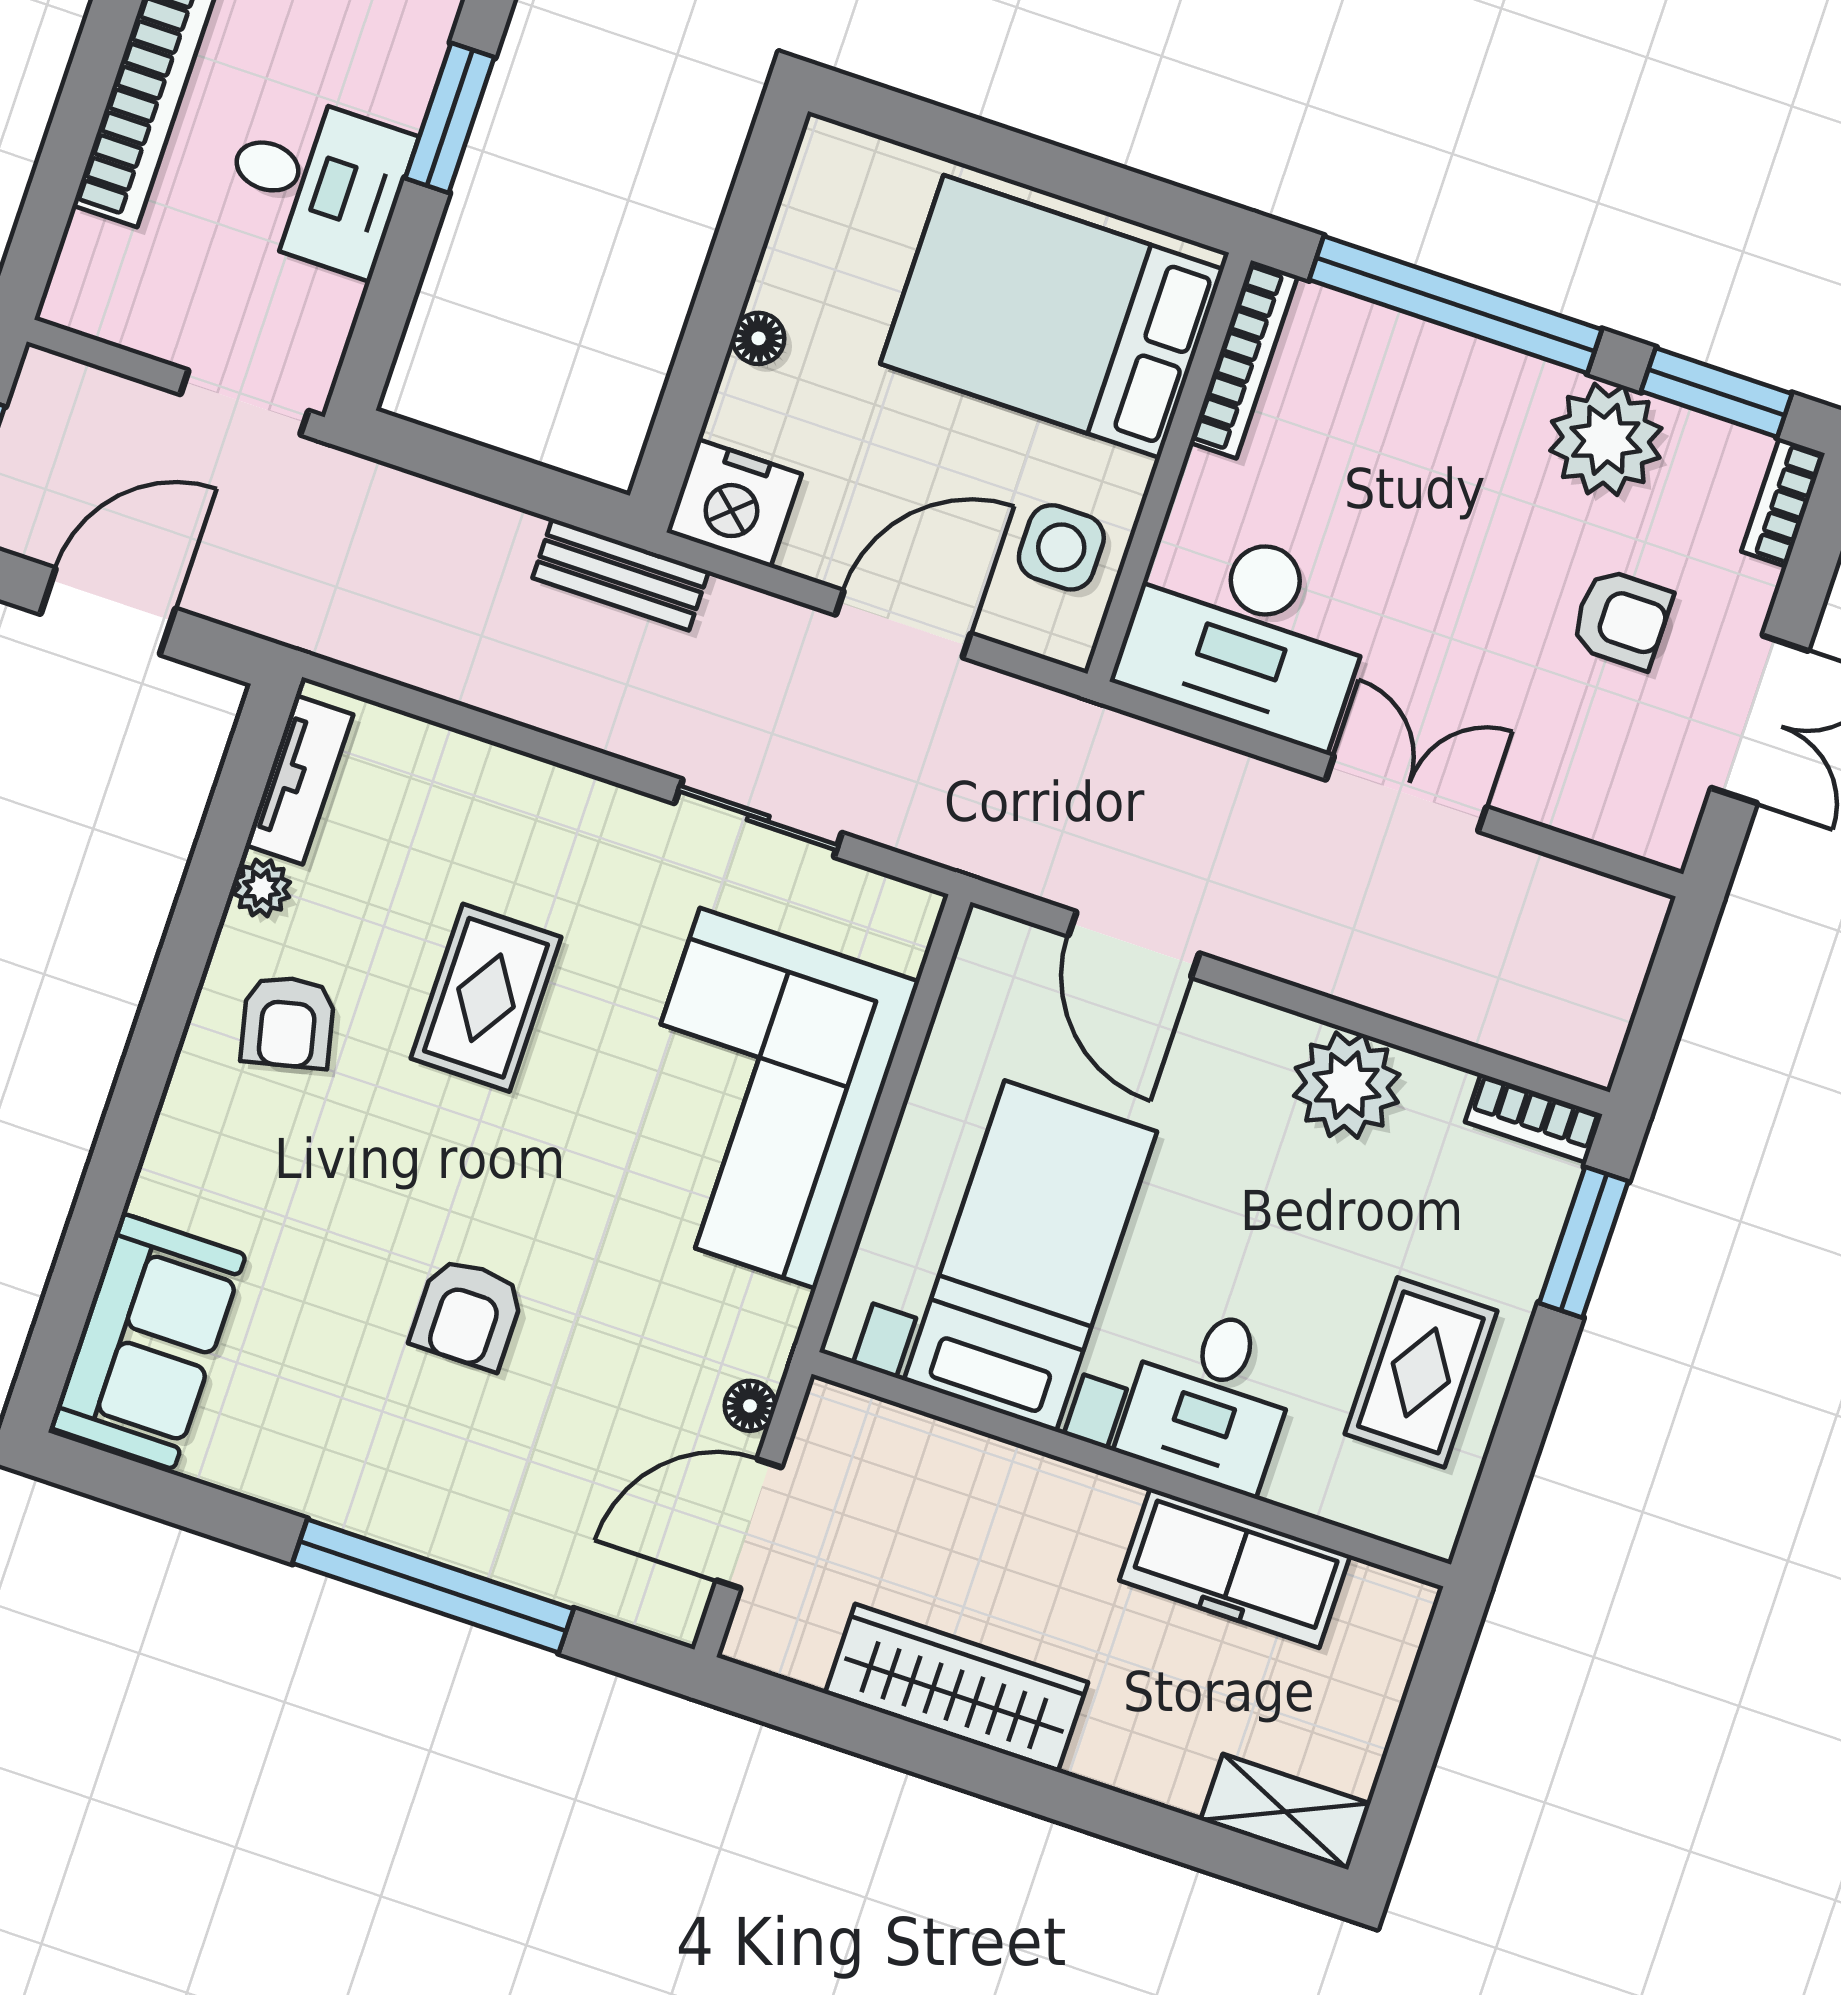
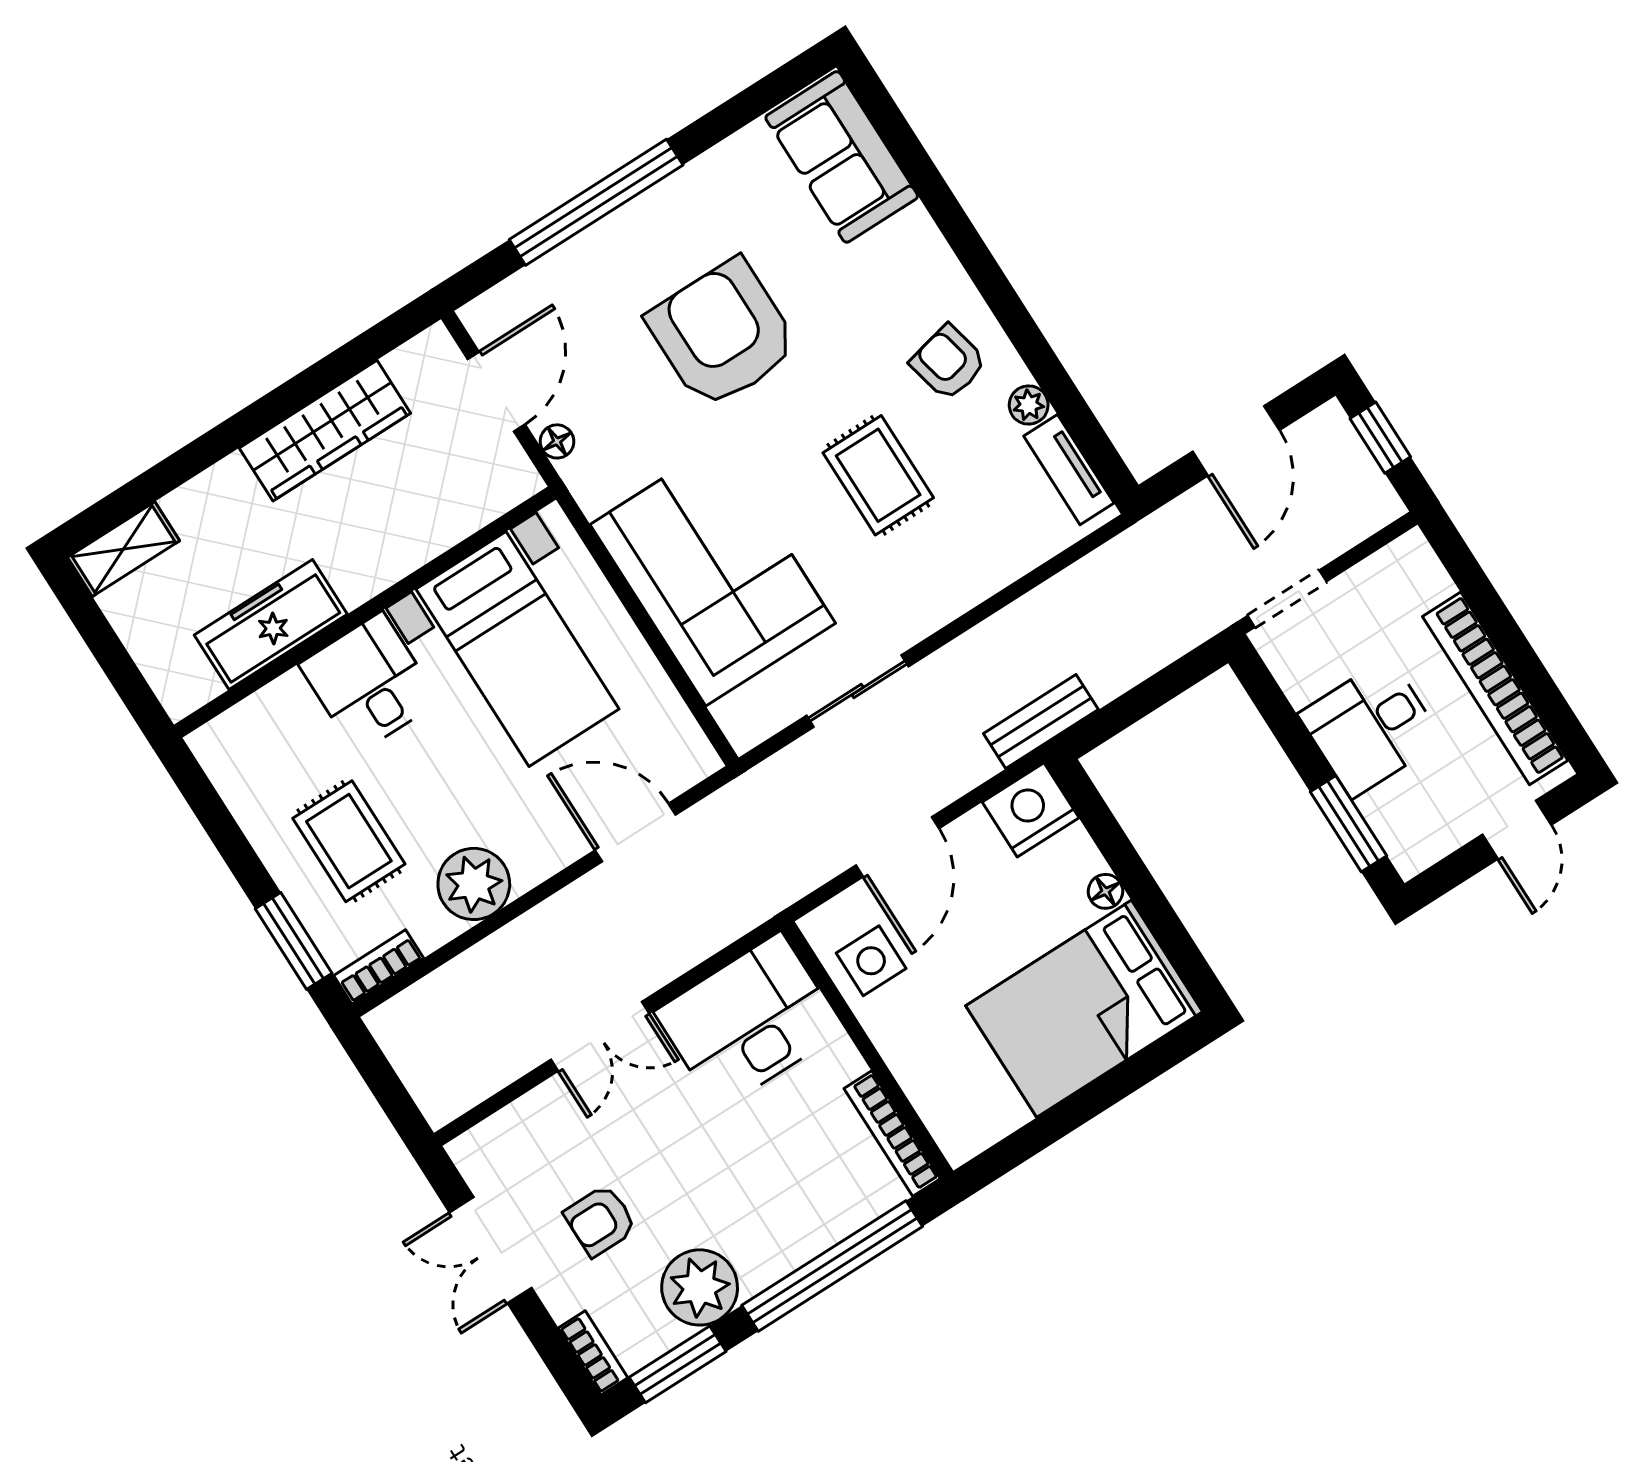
bed: (1052, 317) -> (1084, 1009), moved, turned 180
armchair: (468, 1314) -> (722, 334), width x1.88, depth x1.88
rug: (1421, 1372) -> (349, 841), moved

